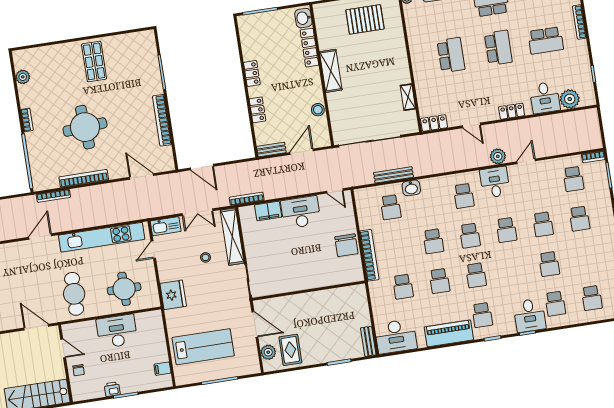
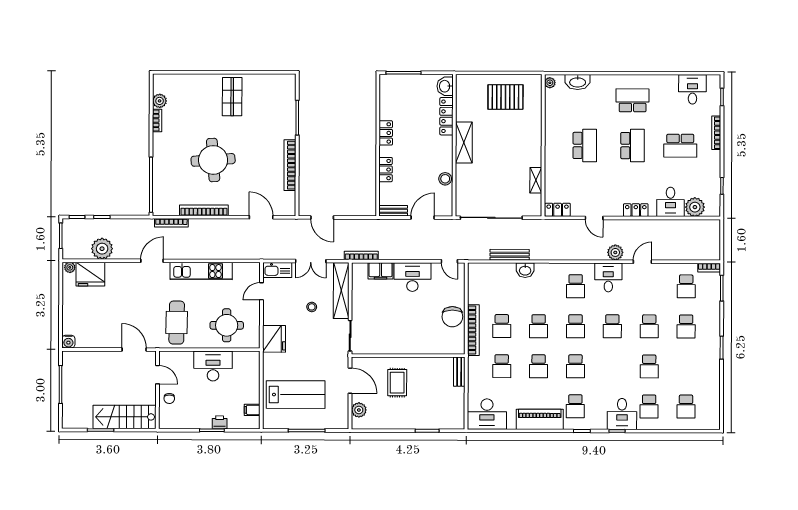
bookcase: (27, 120) -> (157, 121), moved
school desk: (391, 207) -> (502, 326), moved
kitchen unit: (102, 237) -> (201, 271), width x0.73
bench: (368, 341) -> (459, 372), moved
rug: (290, 350) -> (397, 383), moved
printer: (112, 389) -> (220, 422), moved

